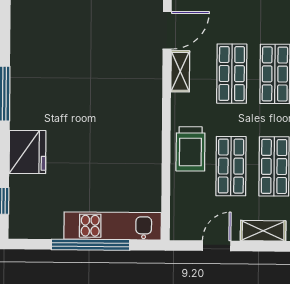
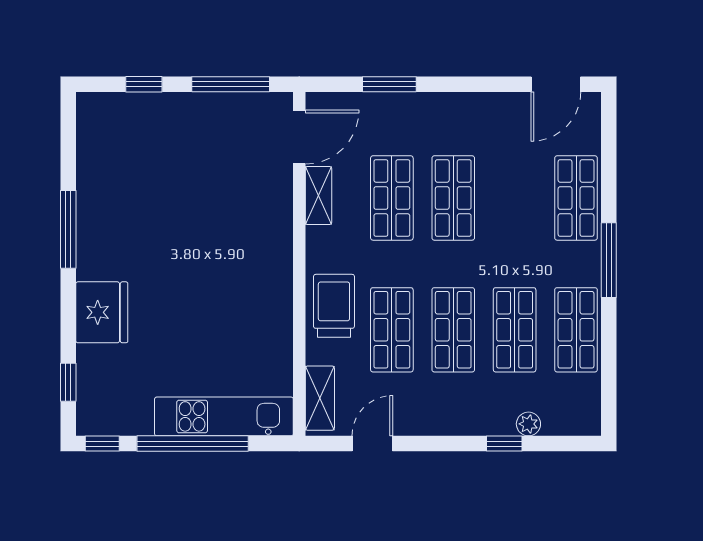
trolley: (190, 149) -> (334, 306), turned 180
shelving: (263, 231) -> (320, 398), moved, turned 90
window: (27, 244) -> (102, 444), added

